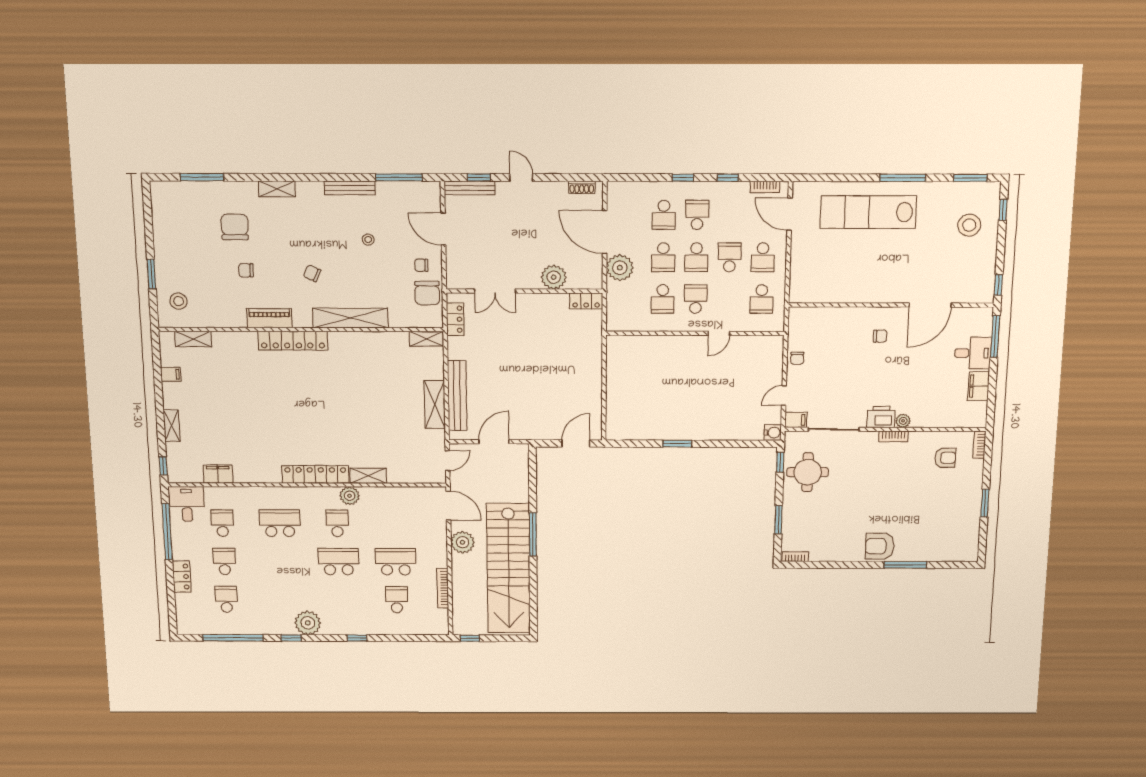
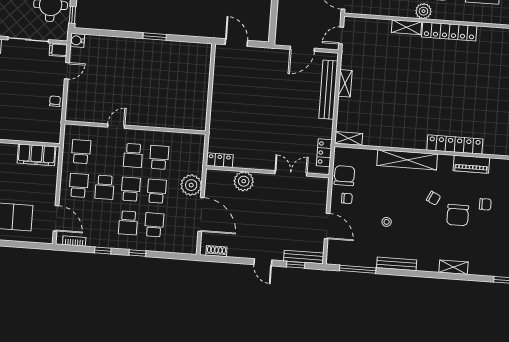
chair: (235, 227) -> (458, 215), moved
filing cabinet: (818, 291) -> (37, 155), added
shelving: (435, 405) -> (345, 83), width x0.67, depth x0.75
door: (576, 443) -> (236, 43), swing flipped

